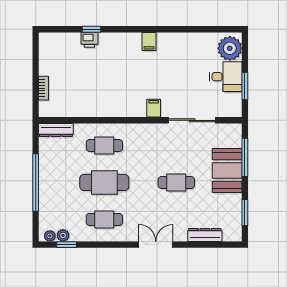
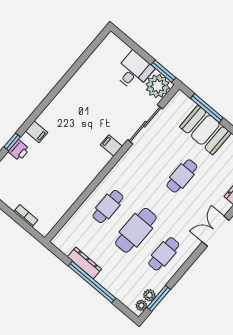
filing cabinet: (149, 41) -> (36, 132), moved
plant: (230, 48) -> (158, 86), moved
window: (245, 86) -> (163, 71), moved
dresser: (56, 130) -> (84, 263), moved, turned -90
window: (67, 245) -> (159, 298), width x1.50

